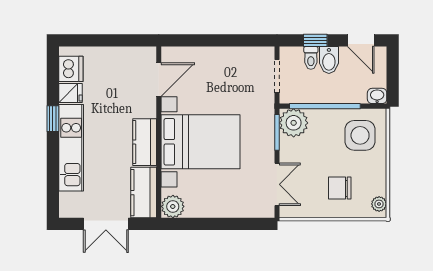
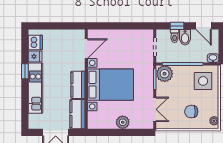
plant: (173, 206) -> (123, 122), moved

